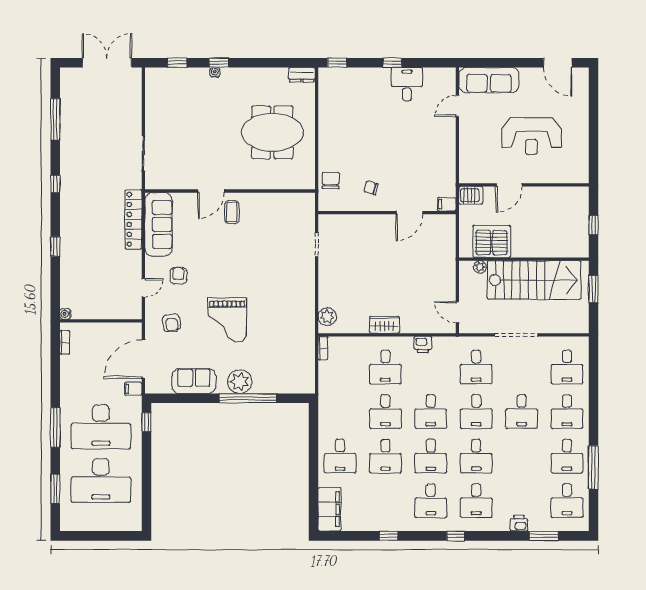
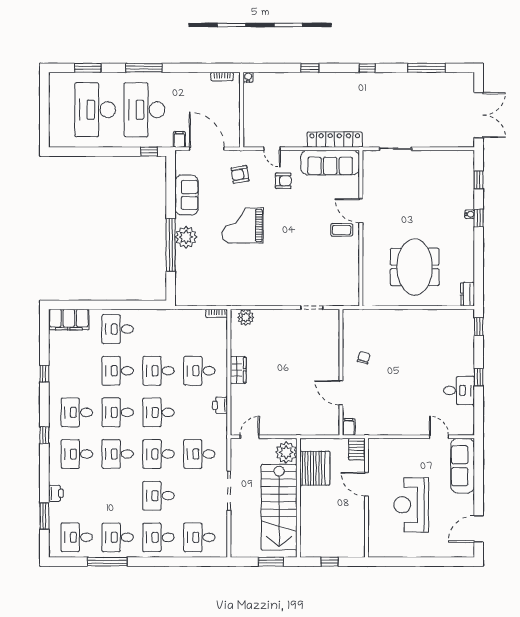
chair: (331, 180) -> (371, 320), removed
plant: (480, 267) -> (286, 452), width x1.88, depth x1.88

